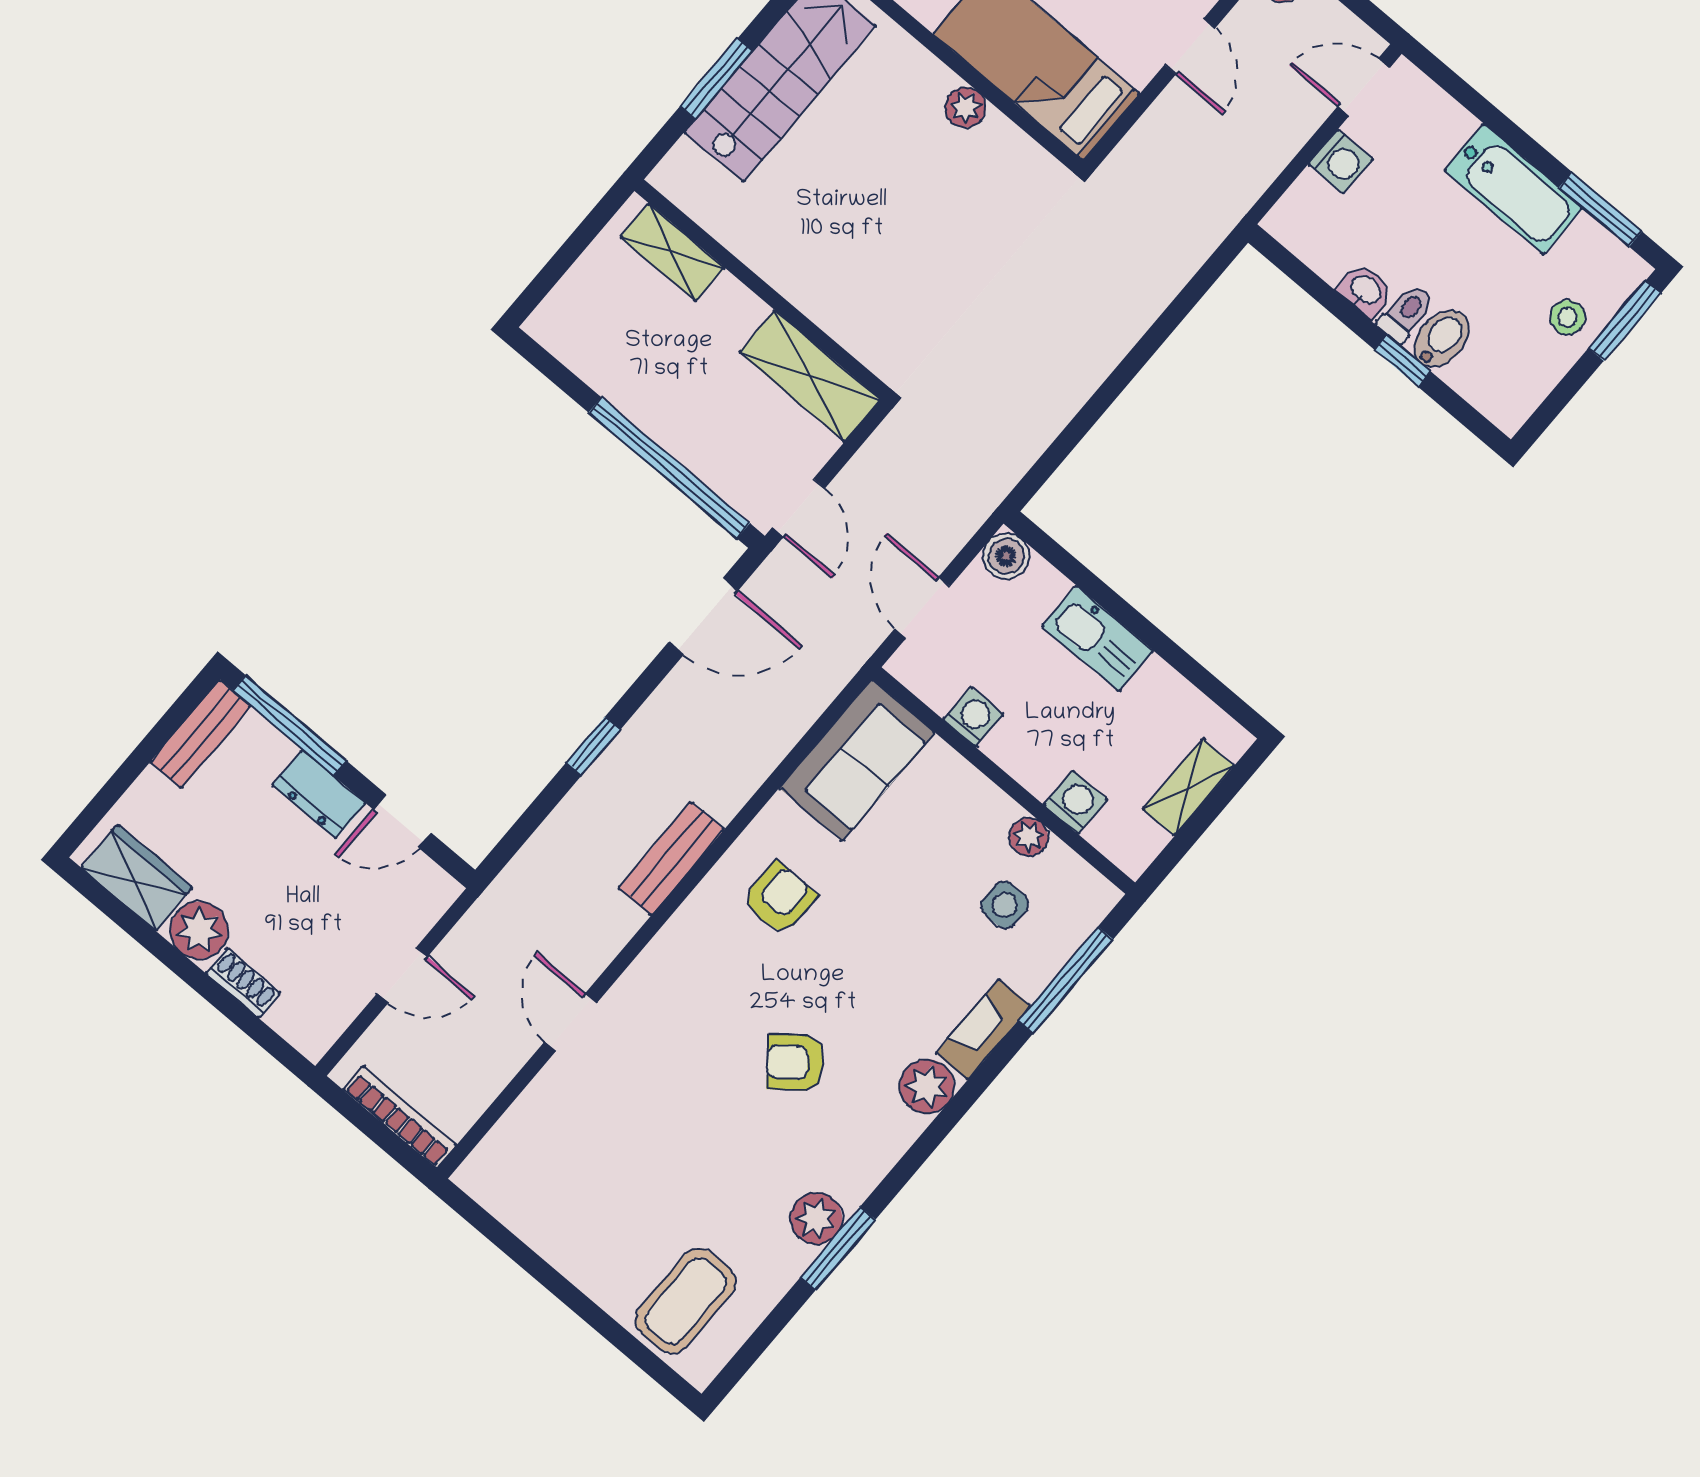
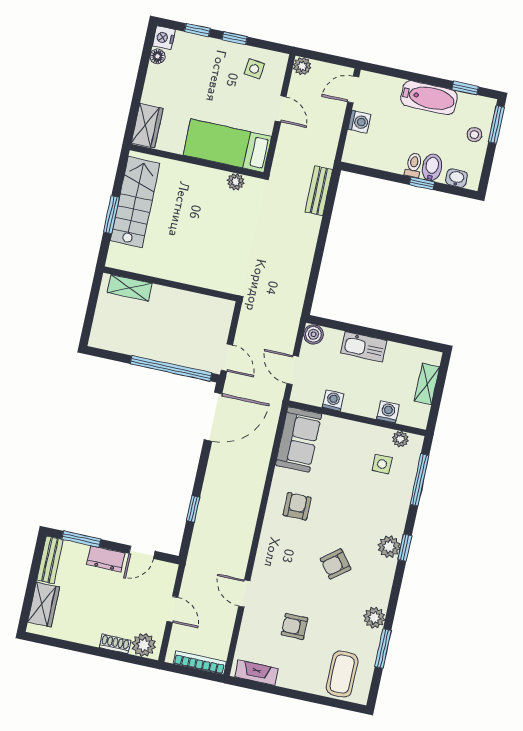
plant: (966, 108) -> (236, 182), moved
window: (1601, 209) -> (465, 88), width x0.67
washbasin: (1365, 290) -> (456, 178), moved
shelving: (810, 376) -> (205, 306), removed
door: (703, 616) -> (213, 417), width x1.36
window: (290, 725) -> (81, 539), width x0.69
window: (593, 746) -> (193, 509), moved
plant: (1029, 837) -> (400, 439), moved
bench: (671, 859) -> (319, 191), moved
wardrobe: (137, 878) -> (44, 605), moved, turned 90
plant: (199, 930) -> (144, 645), moved
door: (402, 975) -> (172, 609), hinge flipped
fireplace: (983, 1029) -> (256, 673), moved, turned 90
window: (959, 1106) -> (405, 548), added
armchair: (639, 1147) -> (294, 626), added
window: (838, 1249) -> (383, 649), moved

